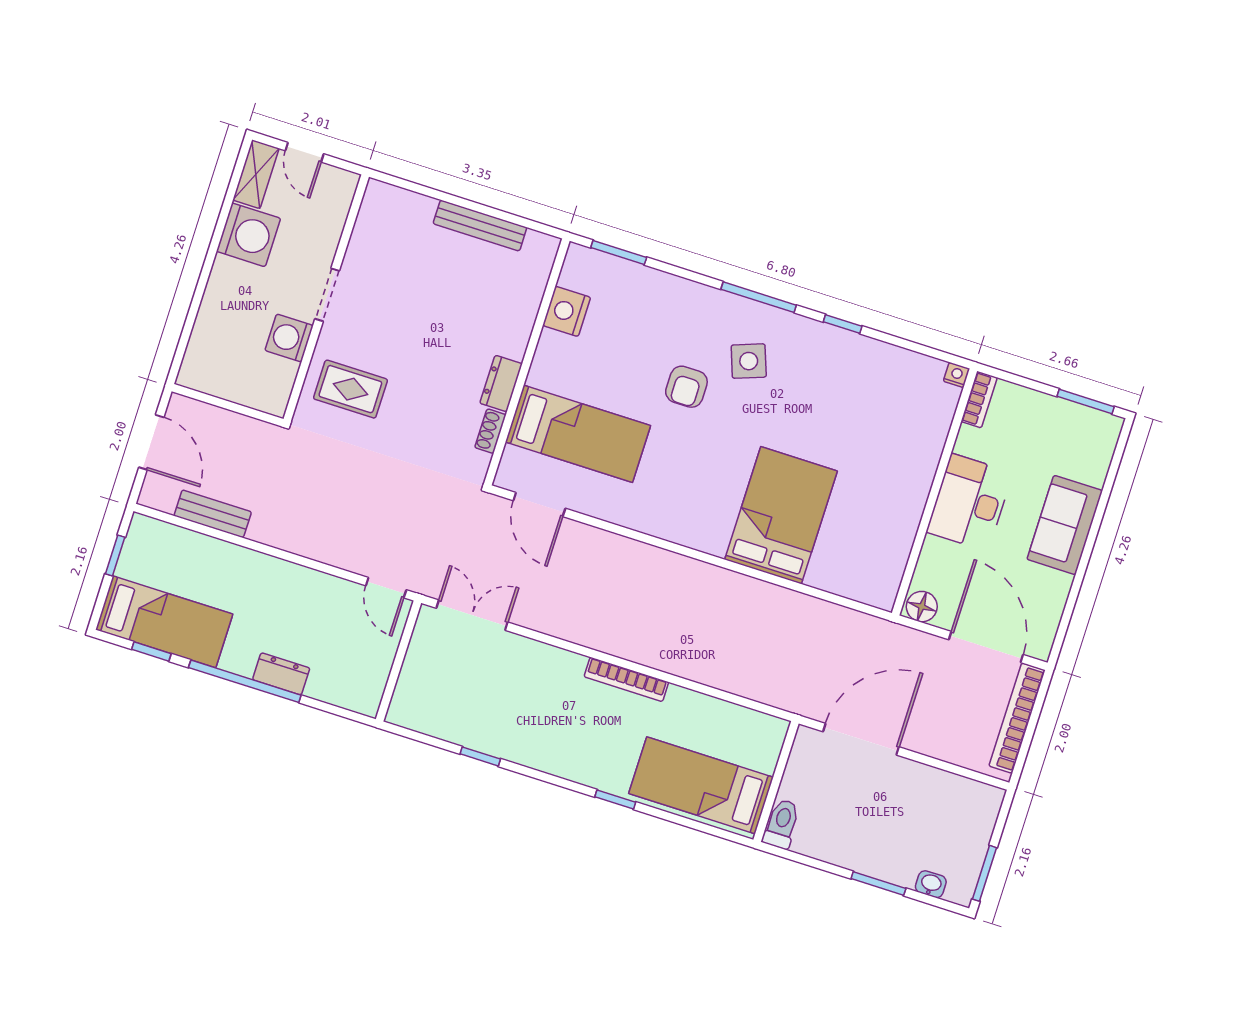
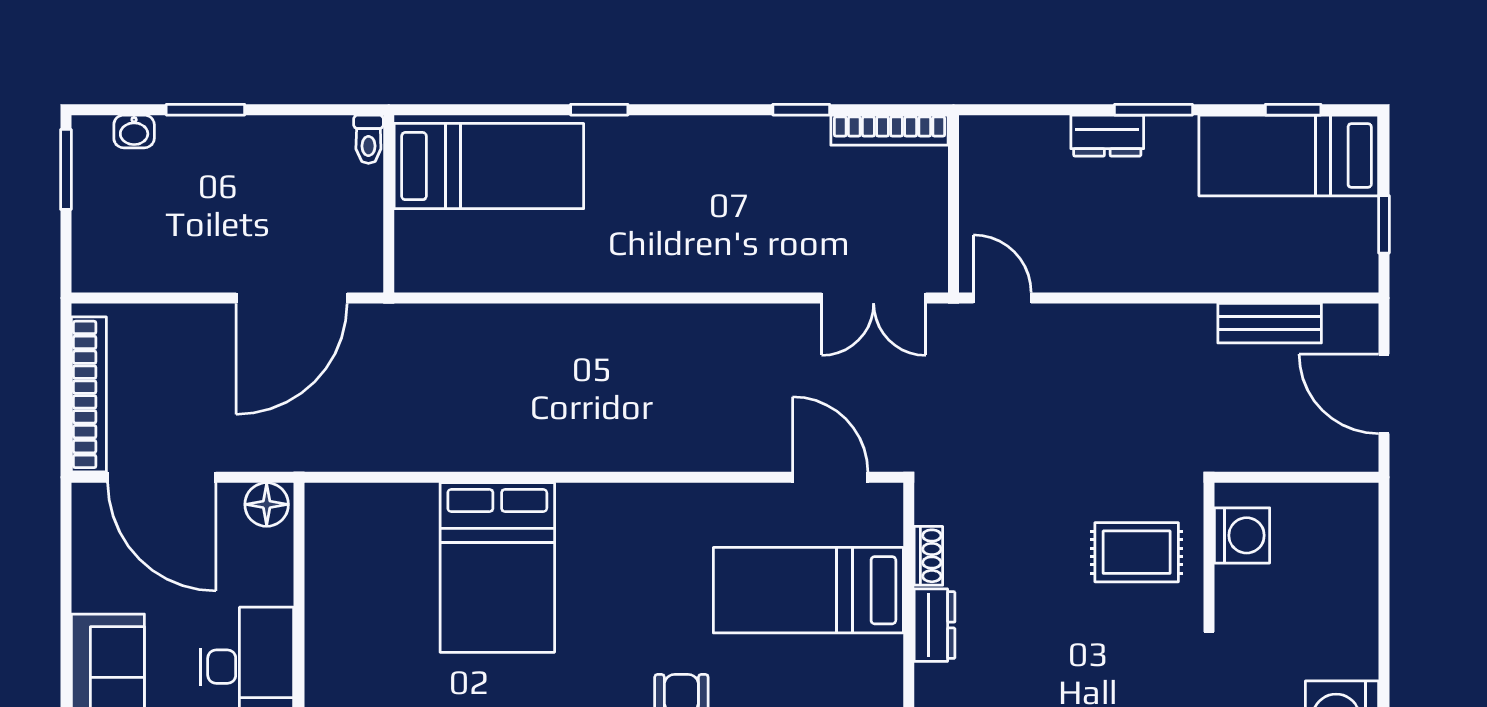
washing machine: (289, 338) -> (1242, 535), moved
bookcase: (626, 679) -> (890, 130), moved, turned 180
window: (245, 681) -> (1153, 110), width x0.47
toilet: (781, 824) -> (368, 139), width x0.73, depth x0.72

